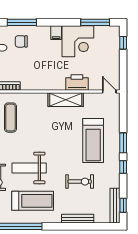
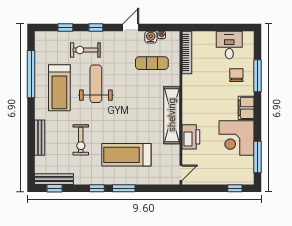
filing cabinet: (56, 33) -> (246, 108), width x2.00
shelving: (66, 100) -> (172, 115), width x1.47

